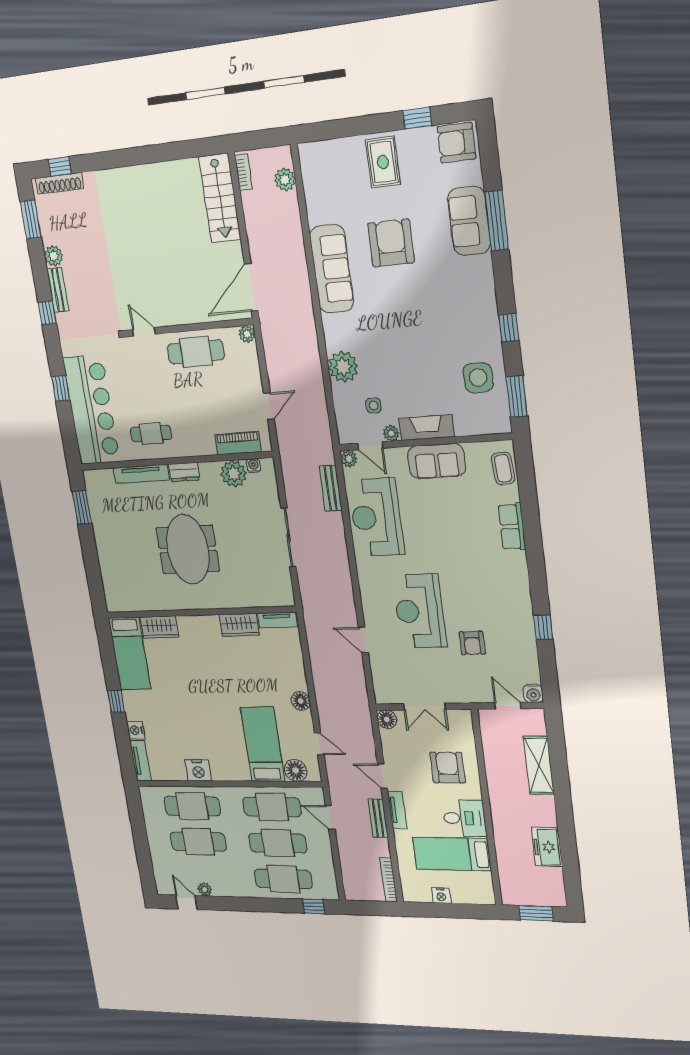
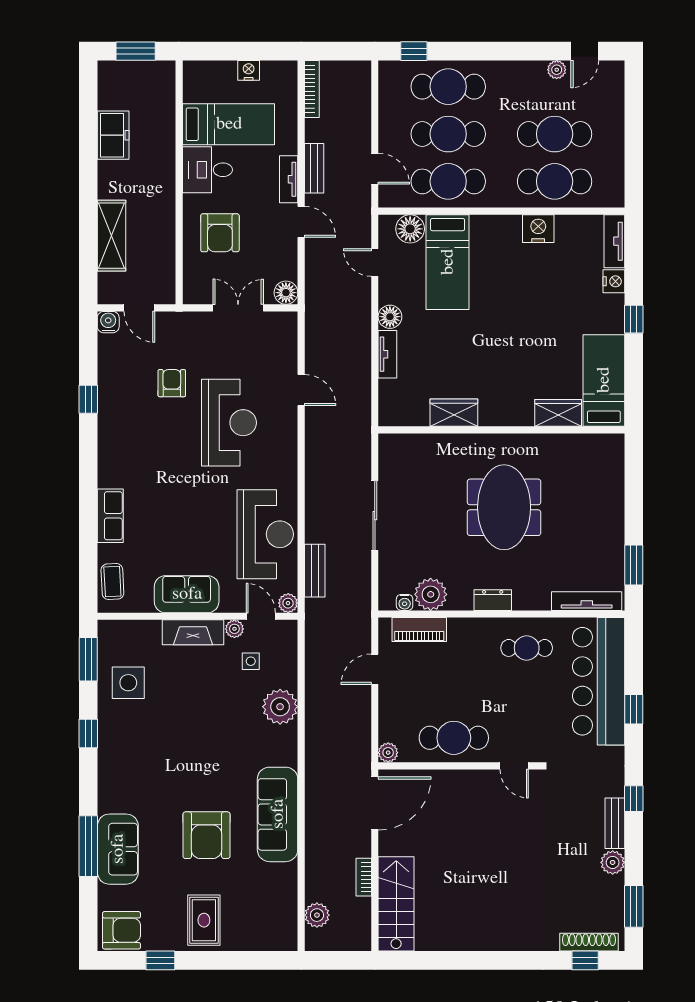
bookcase: (243, 172) -> (364, 877), moved
tv unit: (141, 474) -> (587, 601), moved
tv unit: (277, 620) -> (387, 354), moved, turned 90
door: (187, 902) -> (585, 51), hinge flipped

